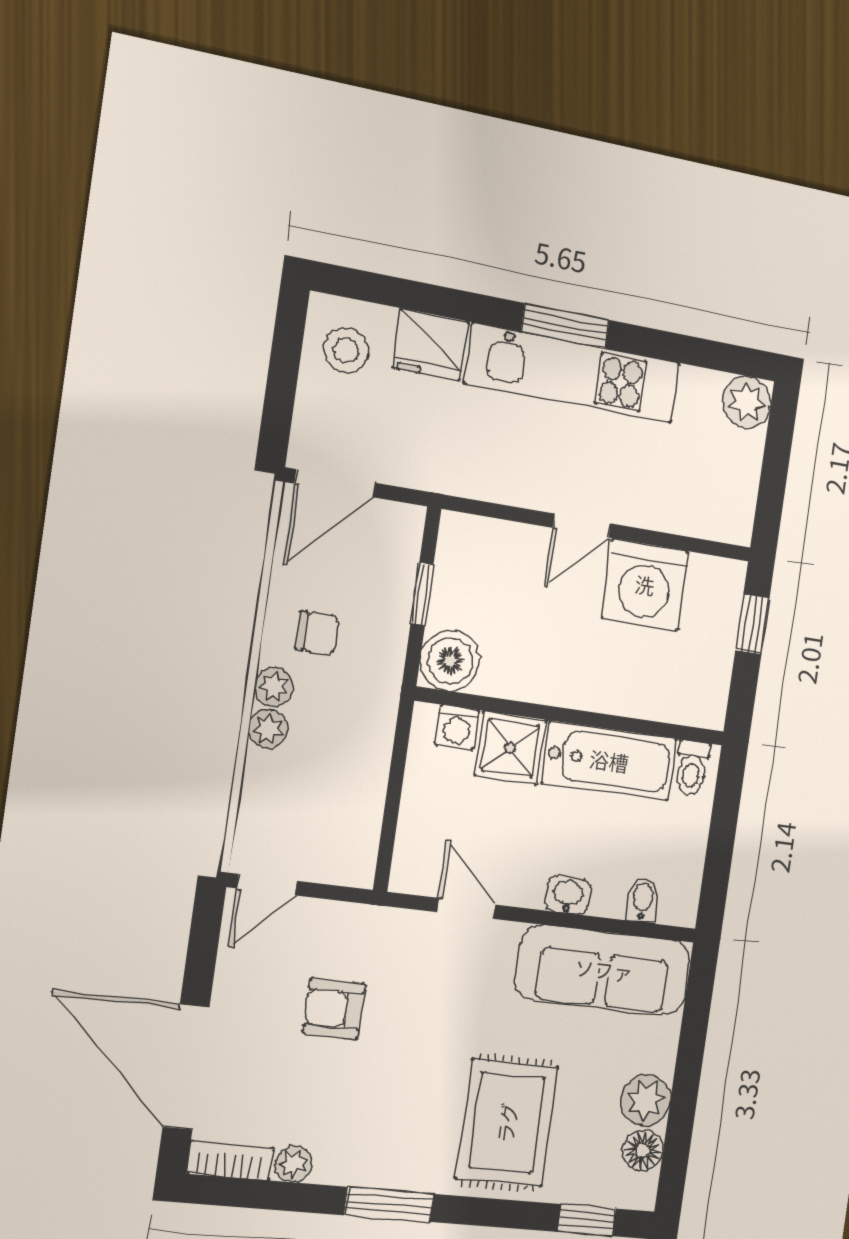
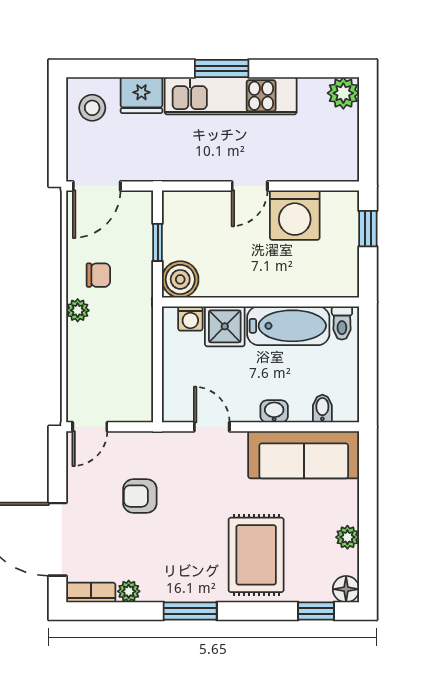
plant: (268, 729) -> (78, 335), removed
plant: (646, 1100) -> (347, 537), width x0.73, depth x0.73
floor lamp: (643, 1150) -> (346, 589), moved

